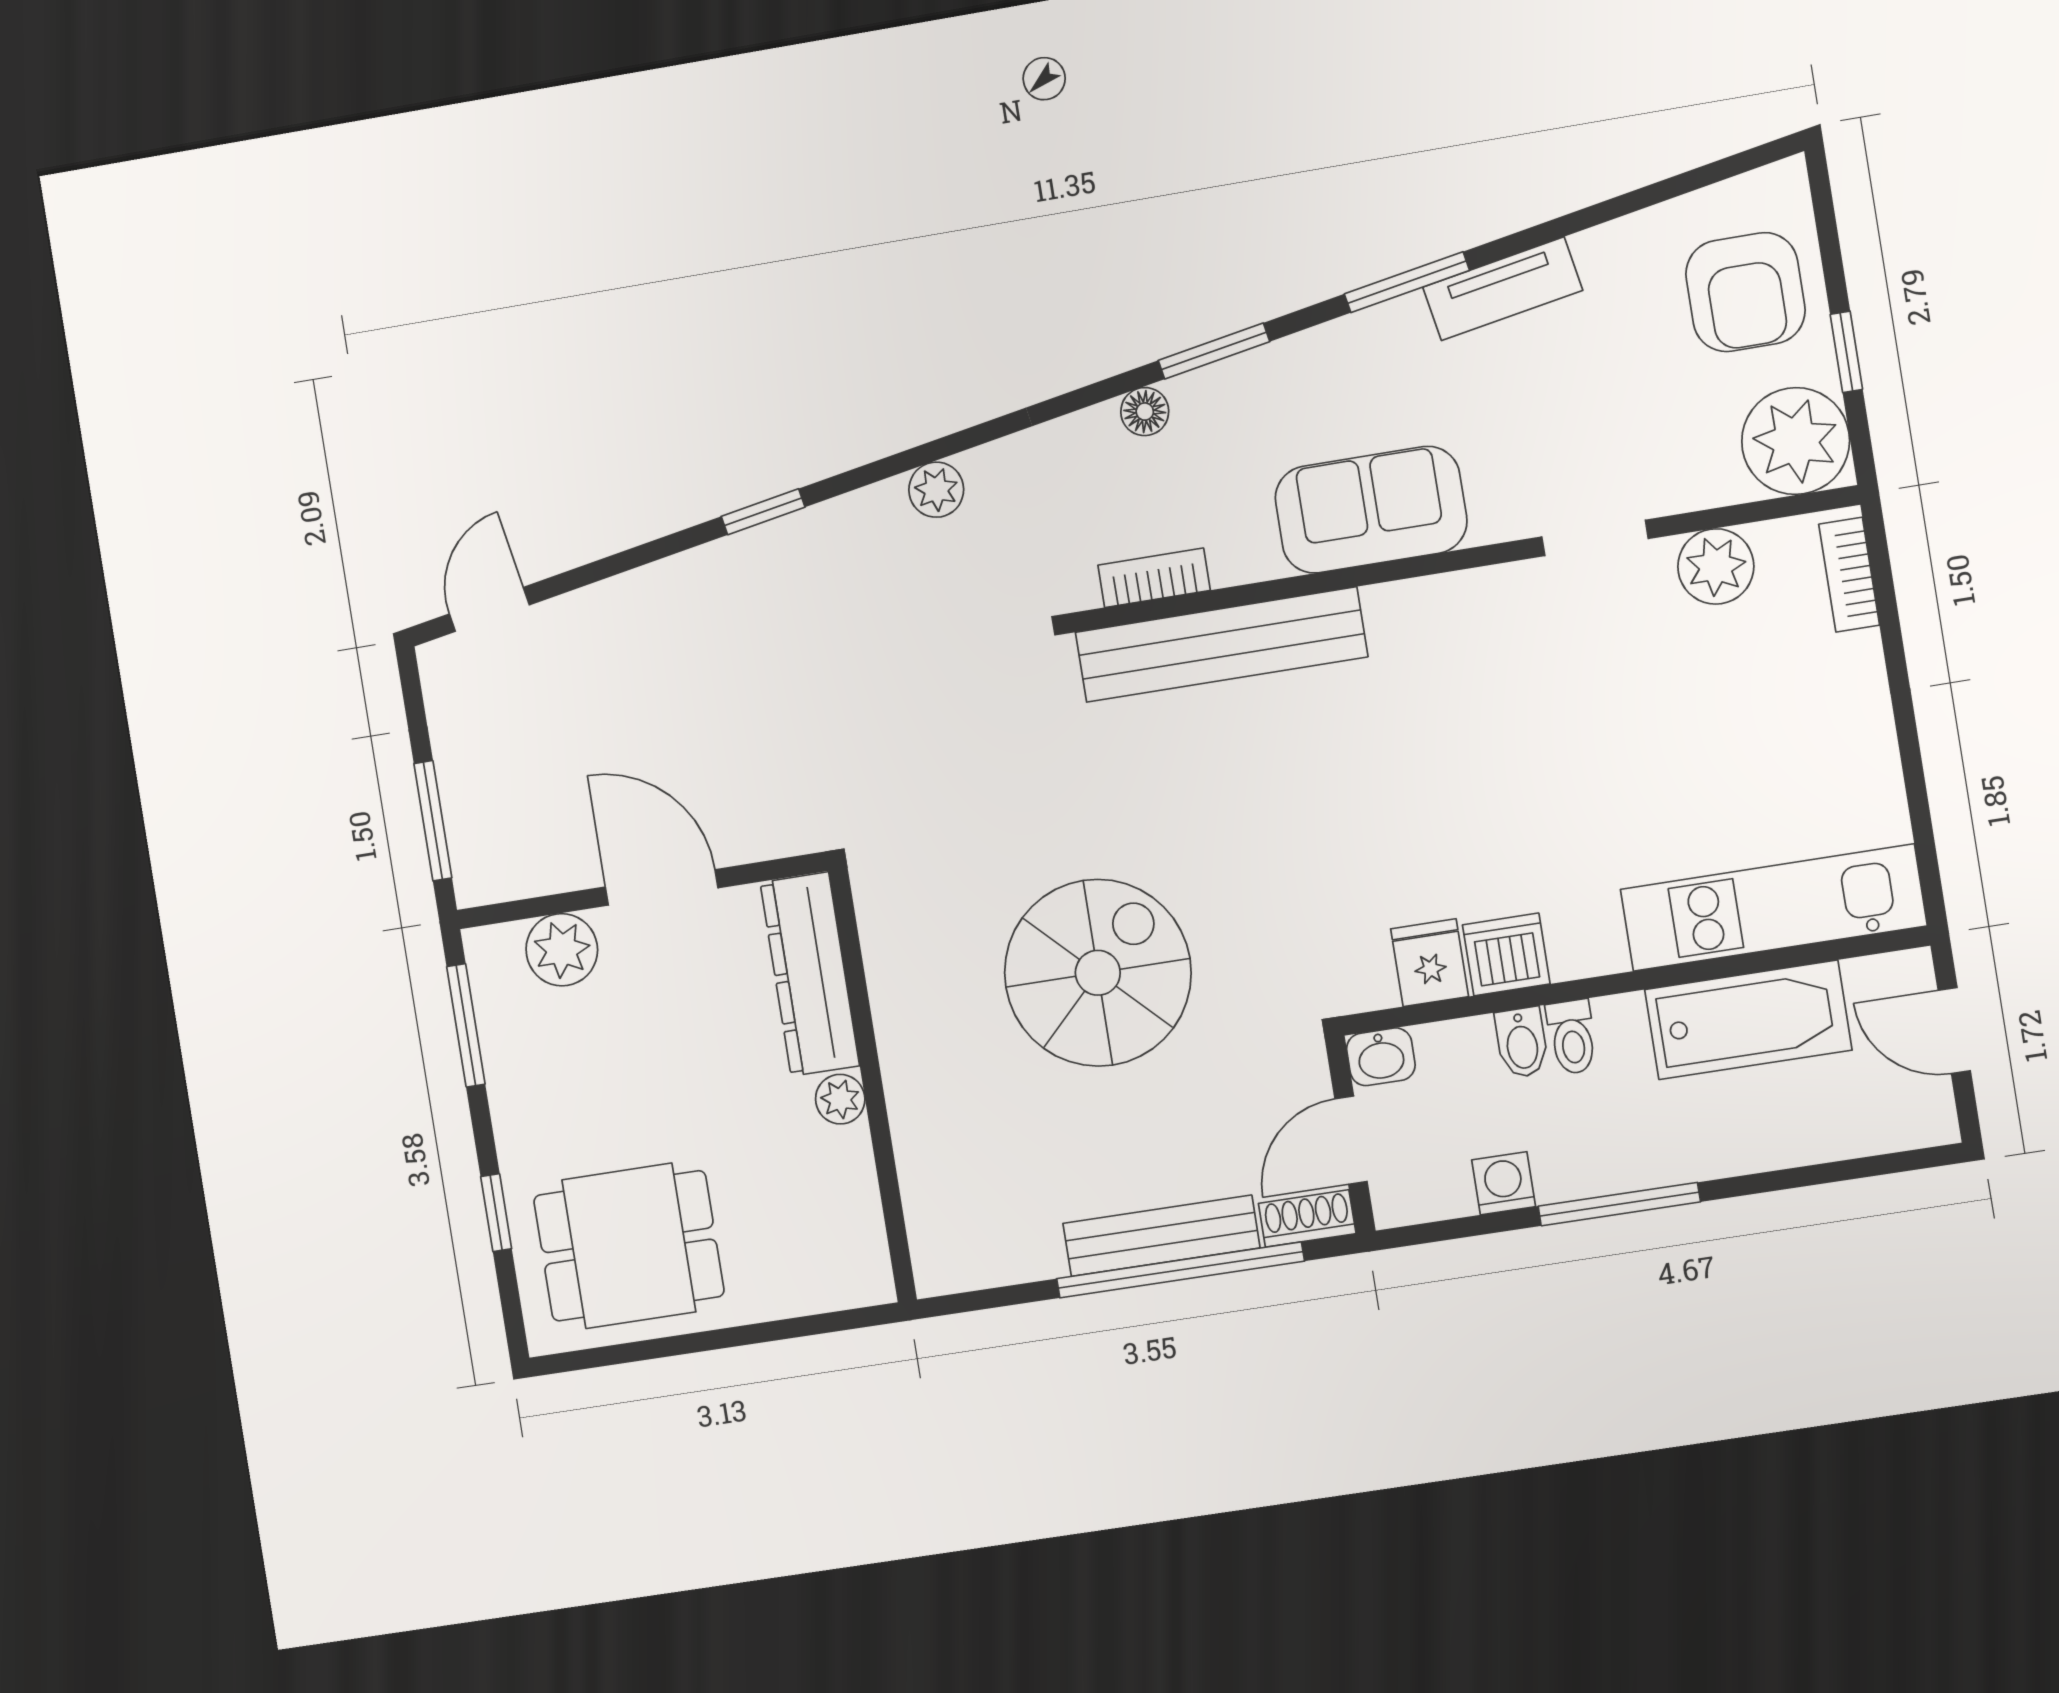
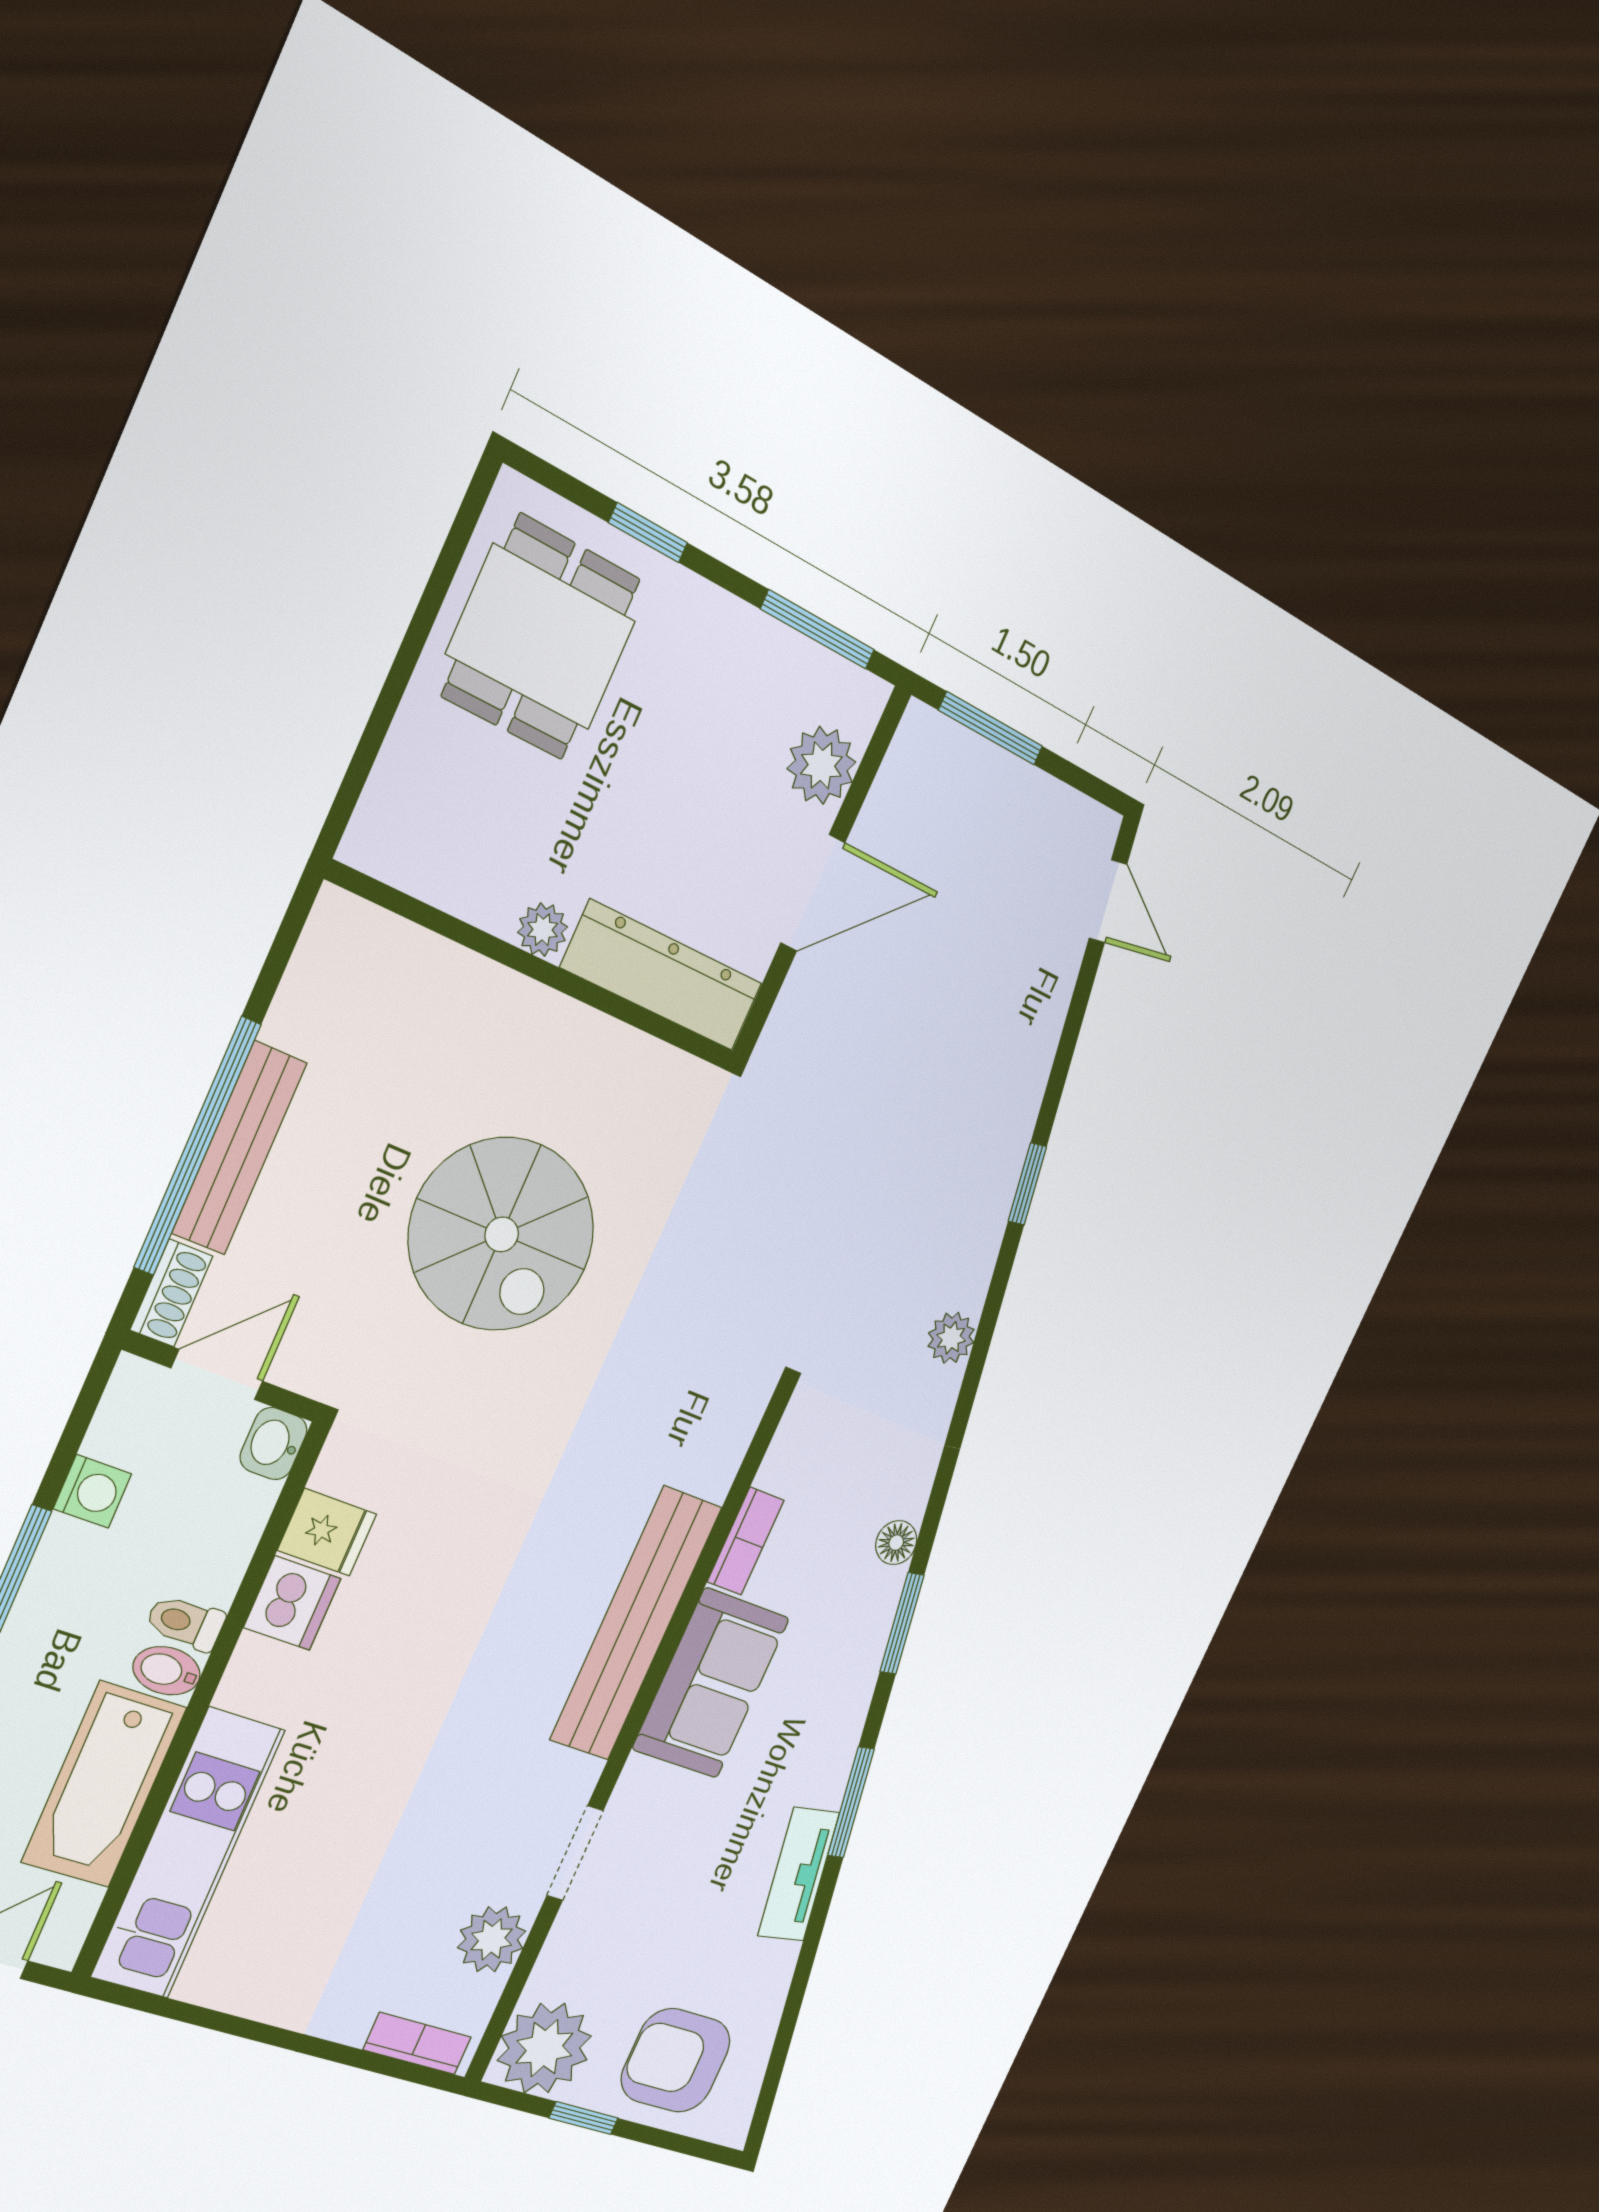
bookcase: (1154, 578) -> (746, 1541), moved
bench: (1221, 645) -> (636, 1624), moved
bidet: (1522, 1043) -> (167, 1671), moved
door: (1351, 1140) -> (217, 1375), hinge flipped

